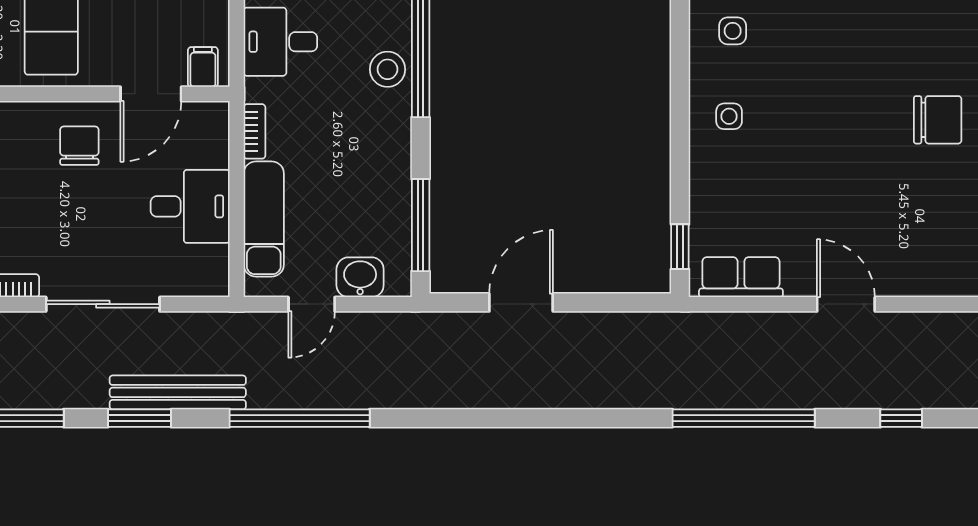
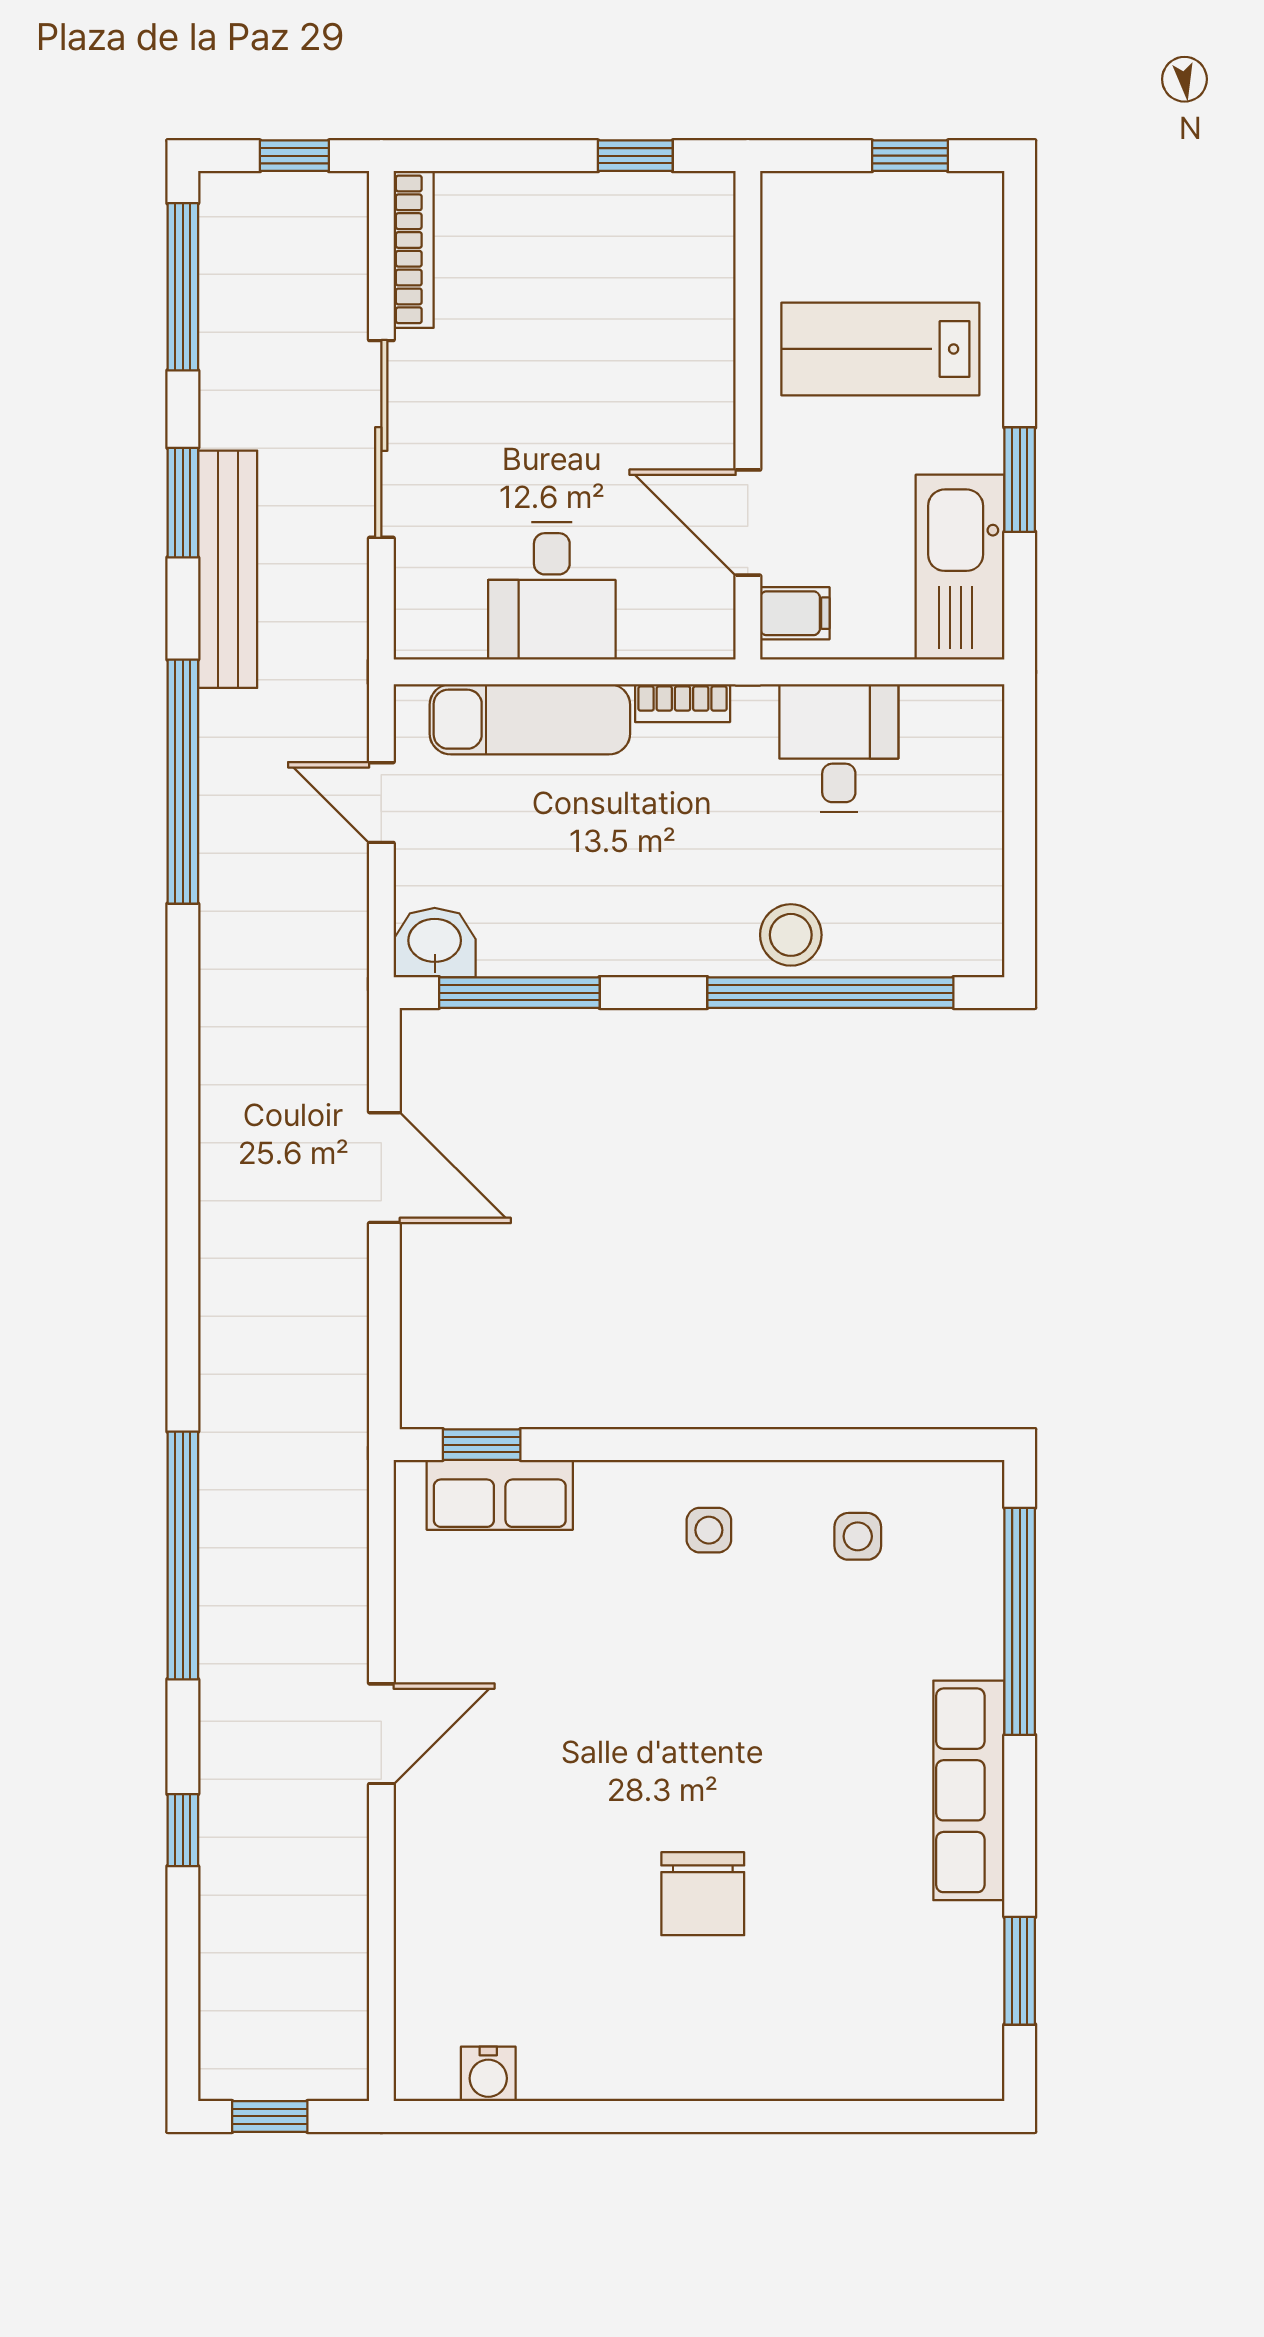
chair: (79, 146) -> (658, 398), removed
washbasin: (360, 277) -> (435, 943), moved, turned -90
row of seats: (741, 277) -> (500, 1495), moved, turned 90

